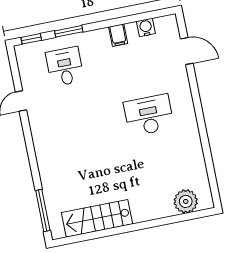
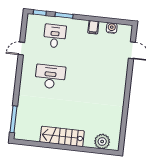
desk: (149, 115) -> (50, 77), moved
stairs: (97, 218) -> (62, 136), moved

